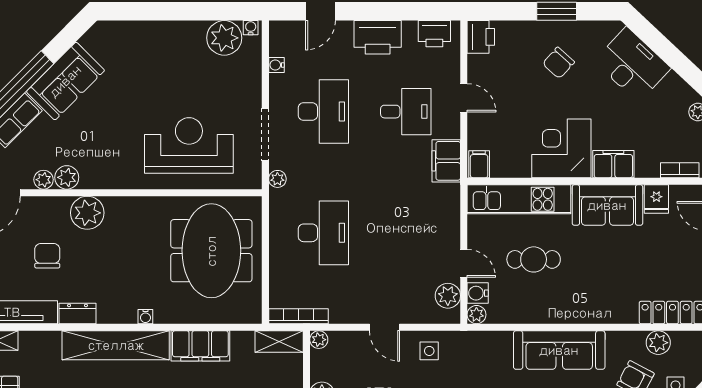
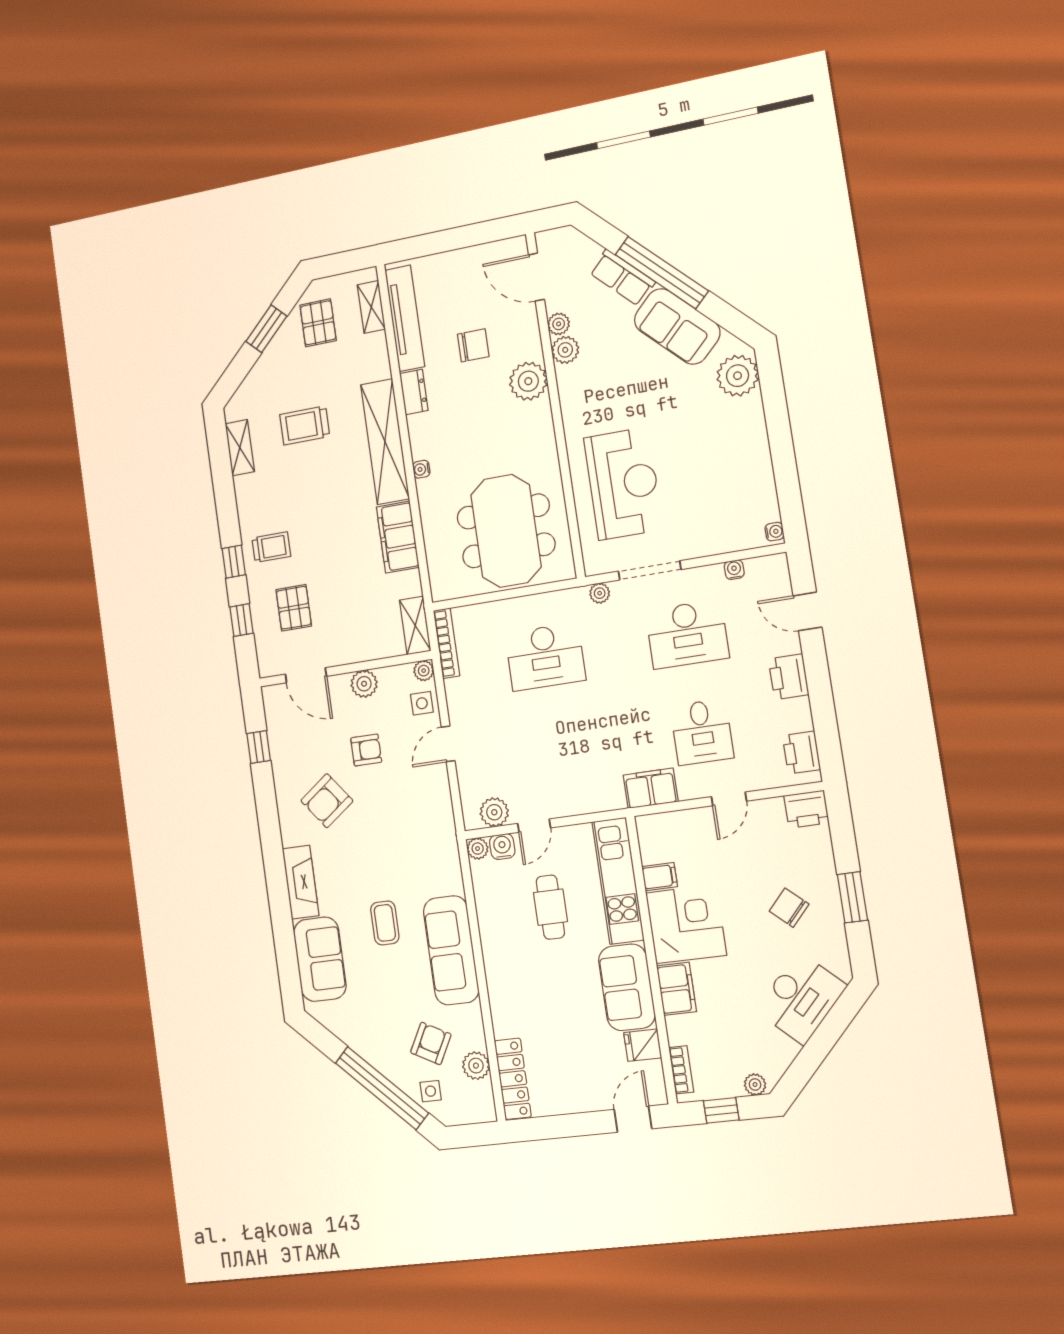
printer: (378, 37) -> (789, 677), width x0.73, depth x0.84
plant: (224, 38) -> (738, 376), moved
filing cabinet: (479, 164) -> (660, 877), moved
meeting table: (211, 251) -> (506, 531), turned 90
side table: (429, 351) -> (422, 703), moved

